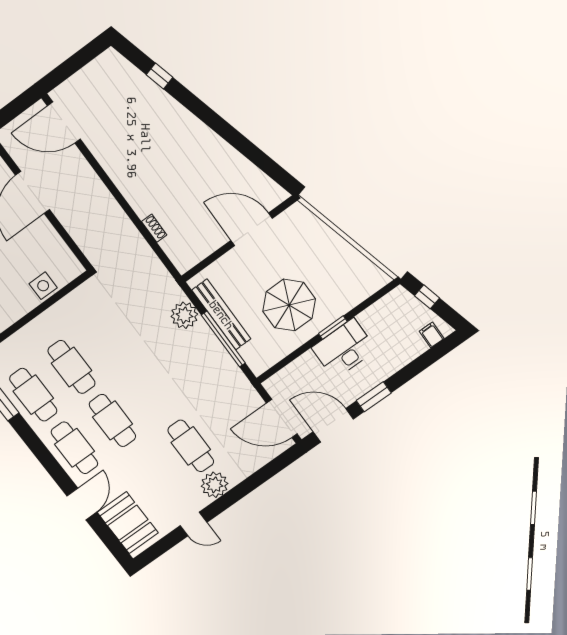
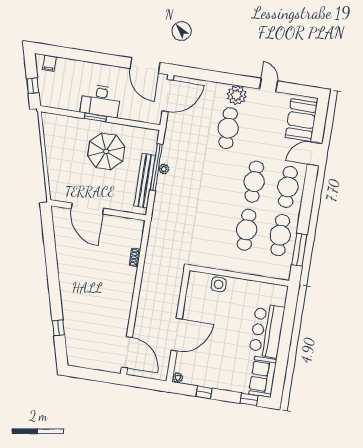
plant: (184, 315) -> (164, 169), moved, width x0.53, depth x0.53
window: (374, 397) -> (110, 60), removed
door: (282, 419) -> (168, 96), hinge flipped

